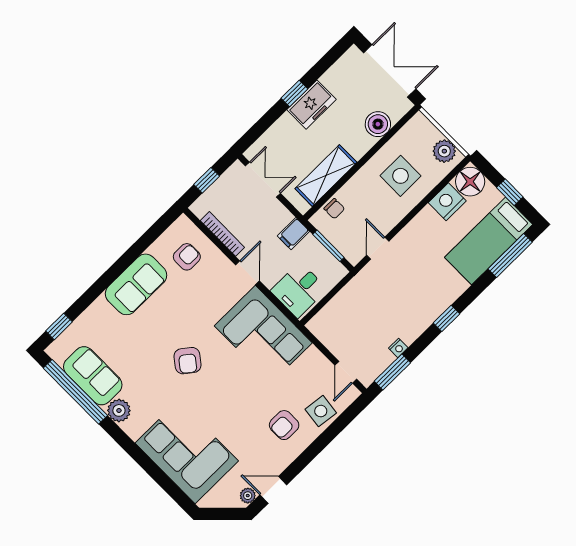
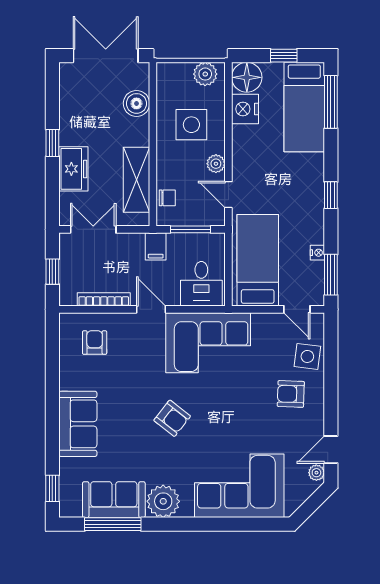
freezer: (312, 105) -> (73, 169), moved
plant: (390, 219) -> (216, 164), added
sofa: (136, 284) -> (78, 424), moved
bed: (353, 312) -> (258, 260), added
window: (75, 392) -> (113, 524), width x0.68
plant: (119, 410) -> (163, 501), width x1.36, depth x1.36
armchair: (284, 425) -> (291, 394), turned 92

